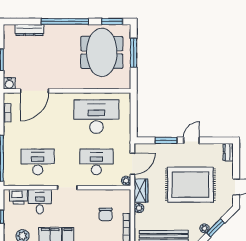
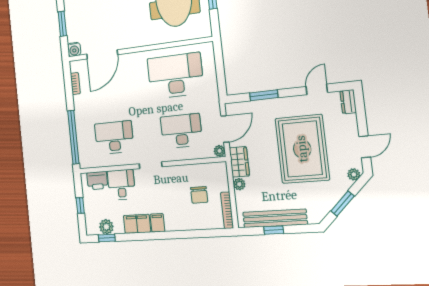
door: (191, 140) -> (317, 89), moved
rug: (190, 185) -> (302, 149), turned 90
plant: (204, 228) -> (354, 174), moved

